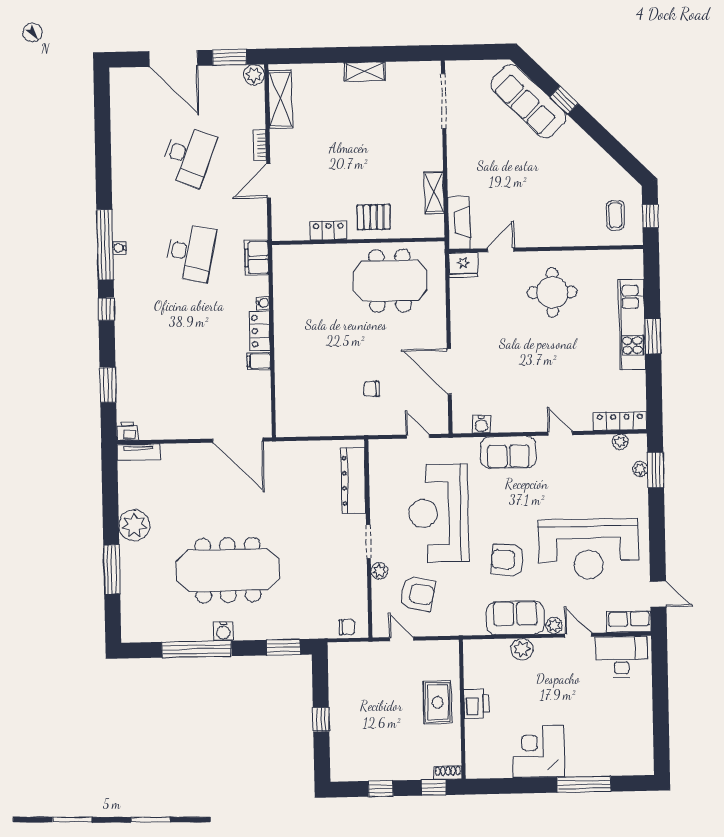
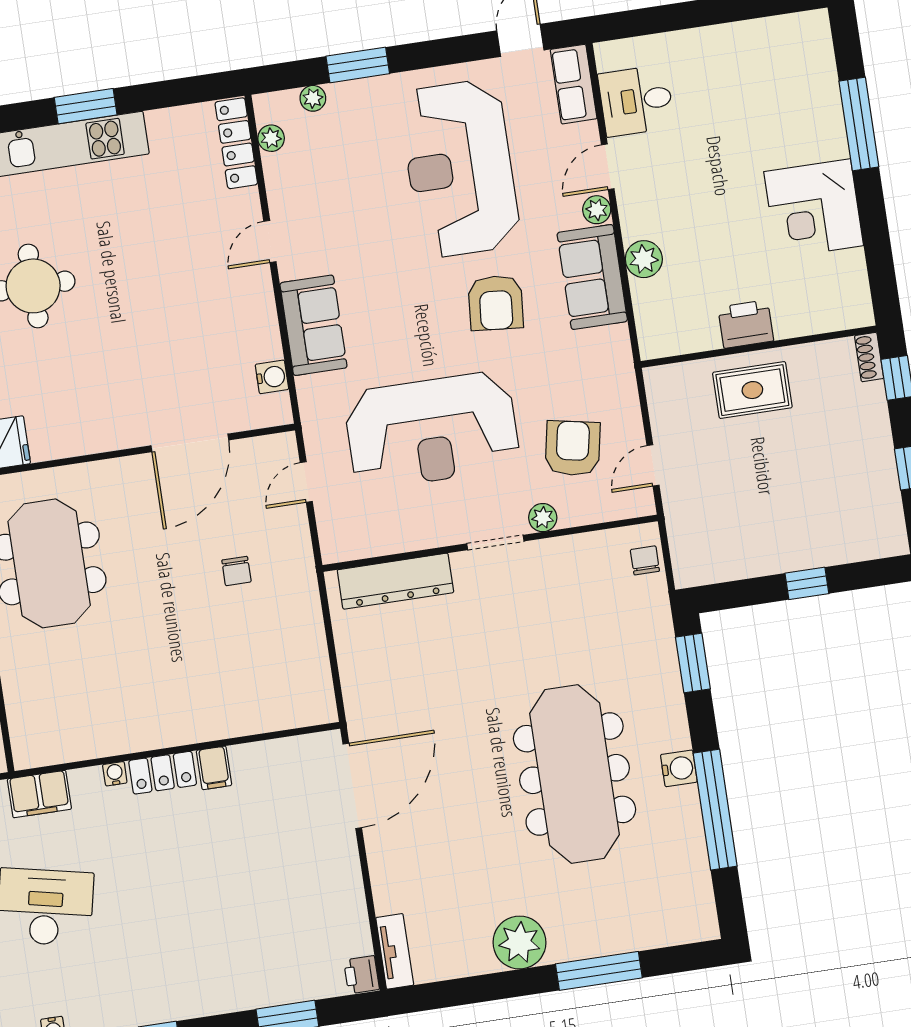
window: (656, 470) -> (358, 65), moved
reception desk: (588, 549) -> (460, 169), turned 180
desk: (621, 657) -> (636, 101), width x0.73

